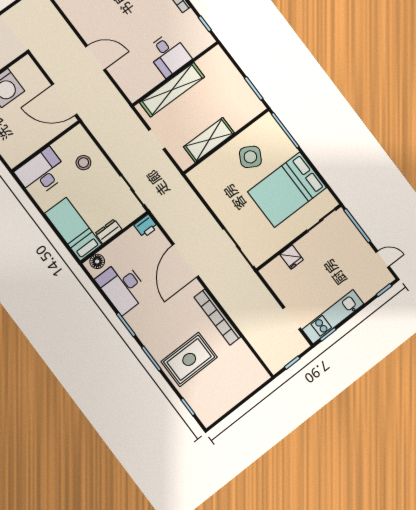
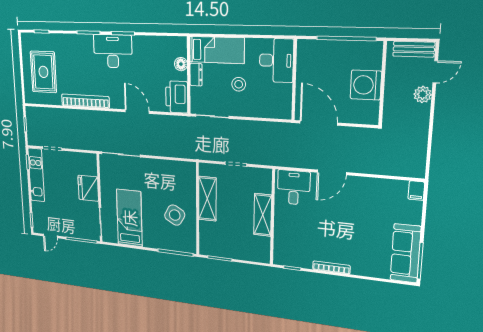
desk: (168, 54) -> (294, 188), moved, turned 90
shelving: (172, 90) -> (263, 215), width x0.68
door: (64, 100) -> (319, 123), hinge flipped
stool: (83, 163) -> (239, 84), moved
bed: (287, 190) -> (129, 218), width x0.67
printer: (146, 226) -> (177, 97), width x1.87, depth x1.48
fridge: (292, 257) -> (88, 188), width x1.88, depth x1.34
floor lamp: (97, 261) -> (181, 64), moved
door: (185, 261) -> (137, 112), width x0.73
desk: (122, 287) -> (113, 51), moved
rug: (189, 359) -> (43, 72), moved

